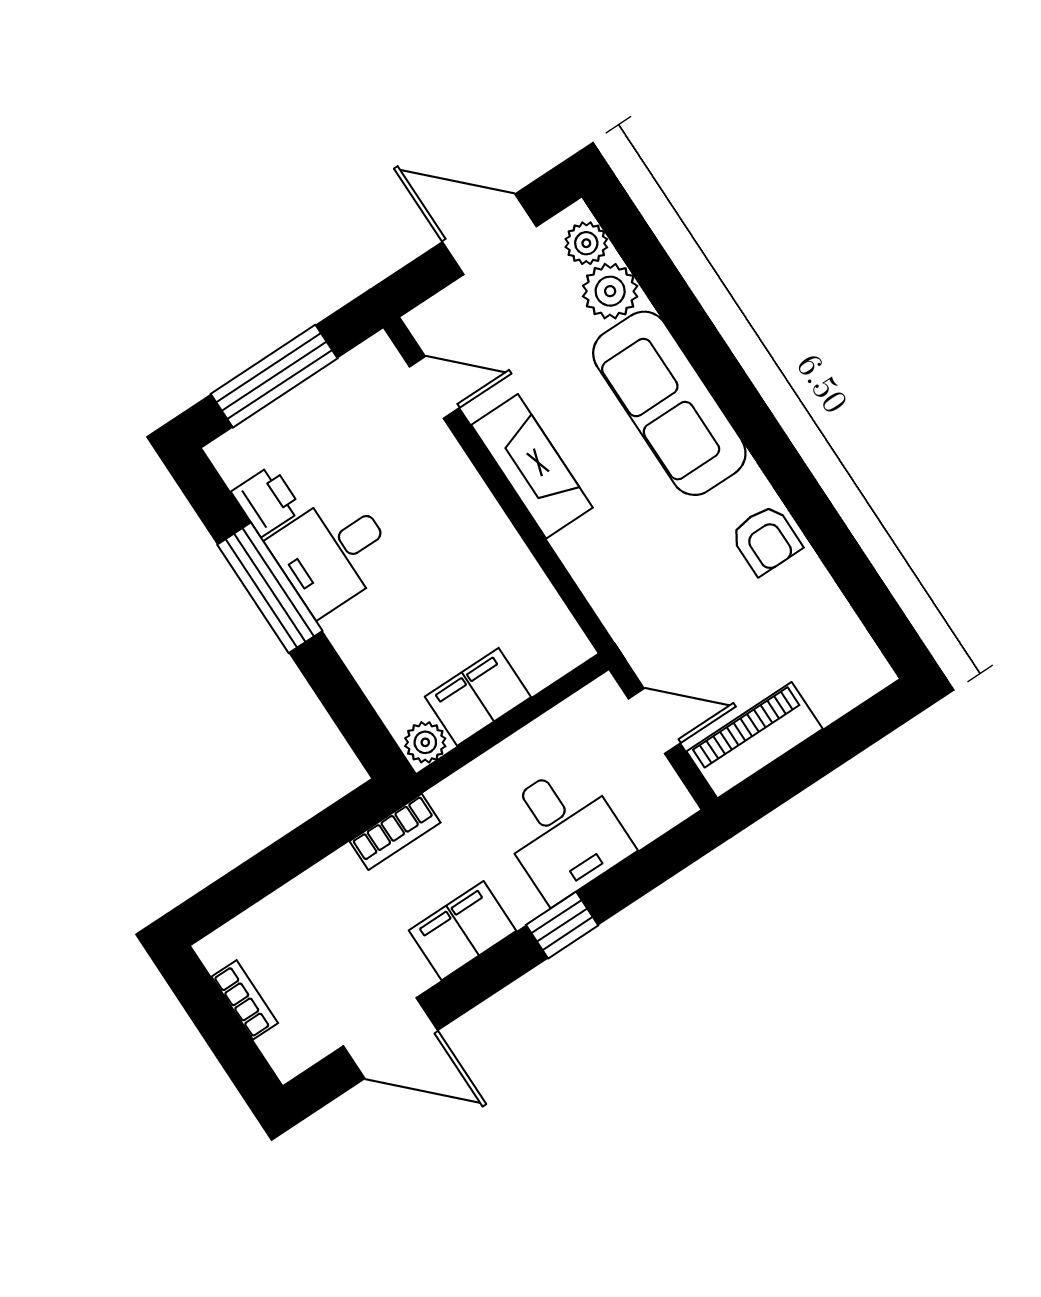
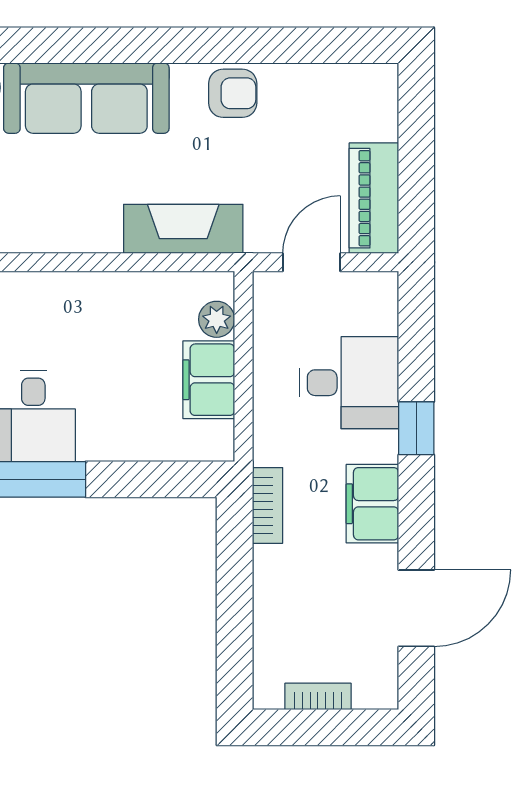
fireplace: (532, 466) -> (183, 229), moved
plant: (425, 742) -> (217, 319), moved

